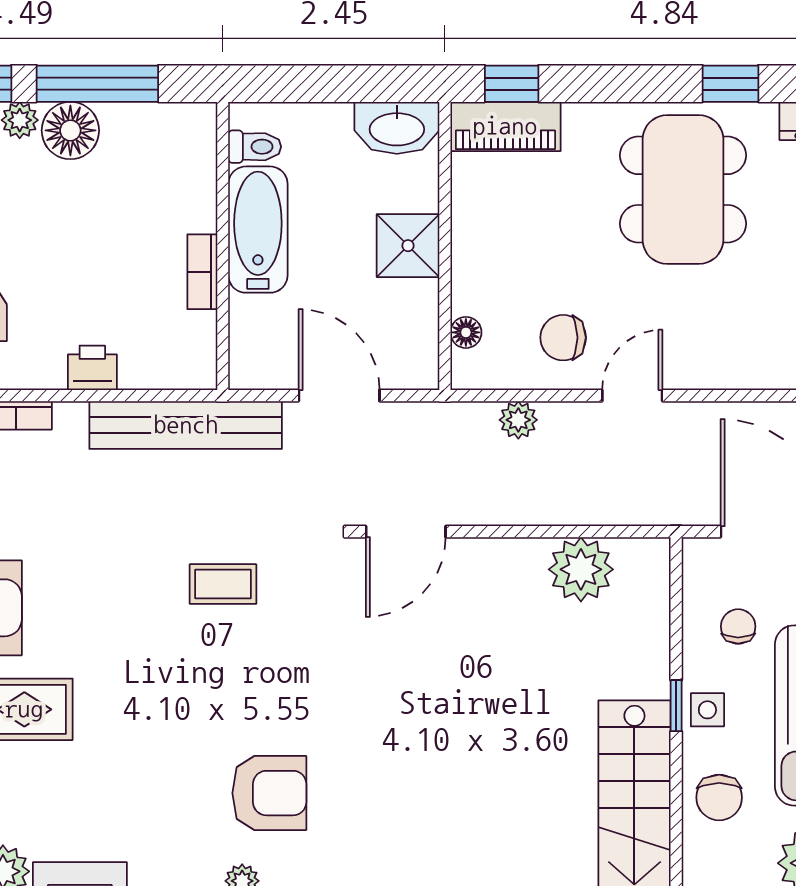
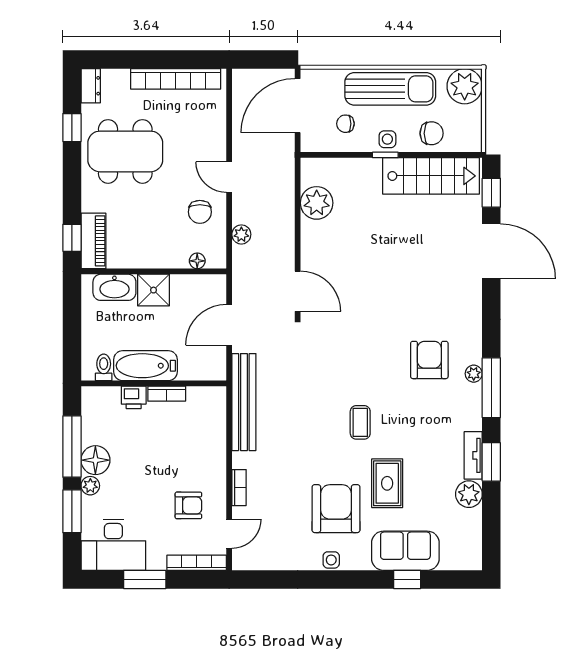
washbasin: (397, 128) -> (114, 287), moved, turned 90
printer: (92, 368) -> (134, 397), moved, turned -90
coffee table: (223, 584) -> (360, 422), moved

